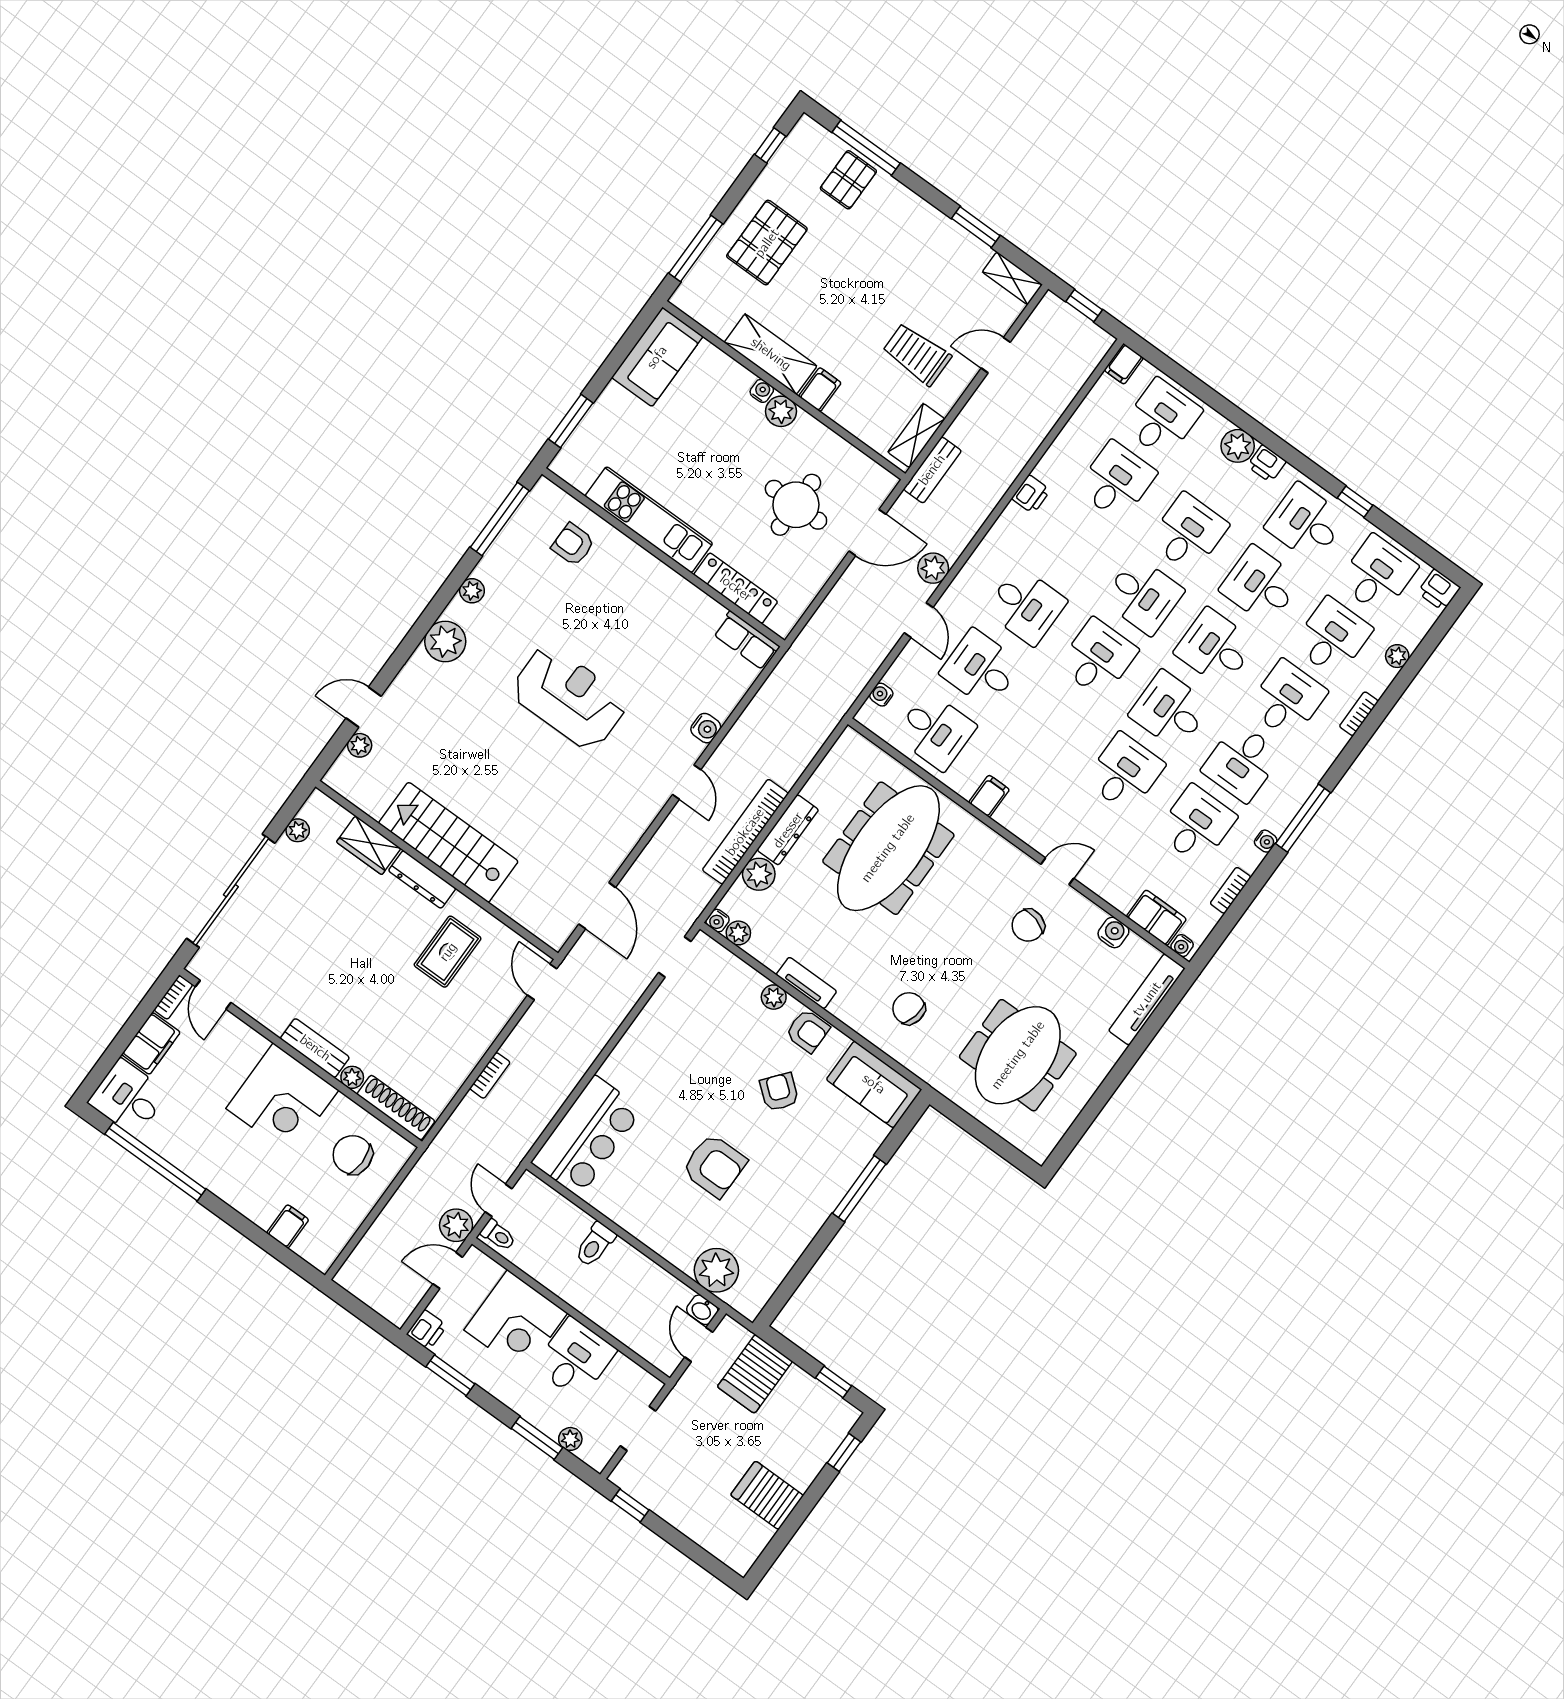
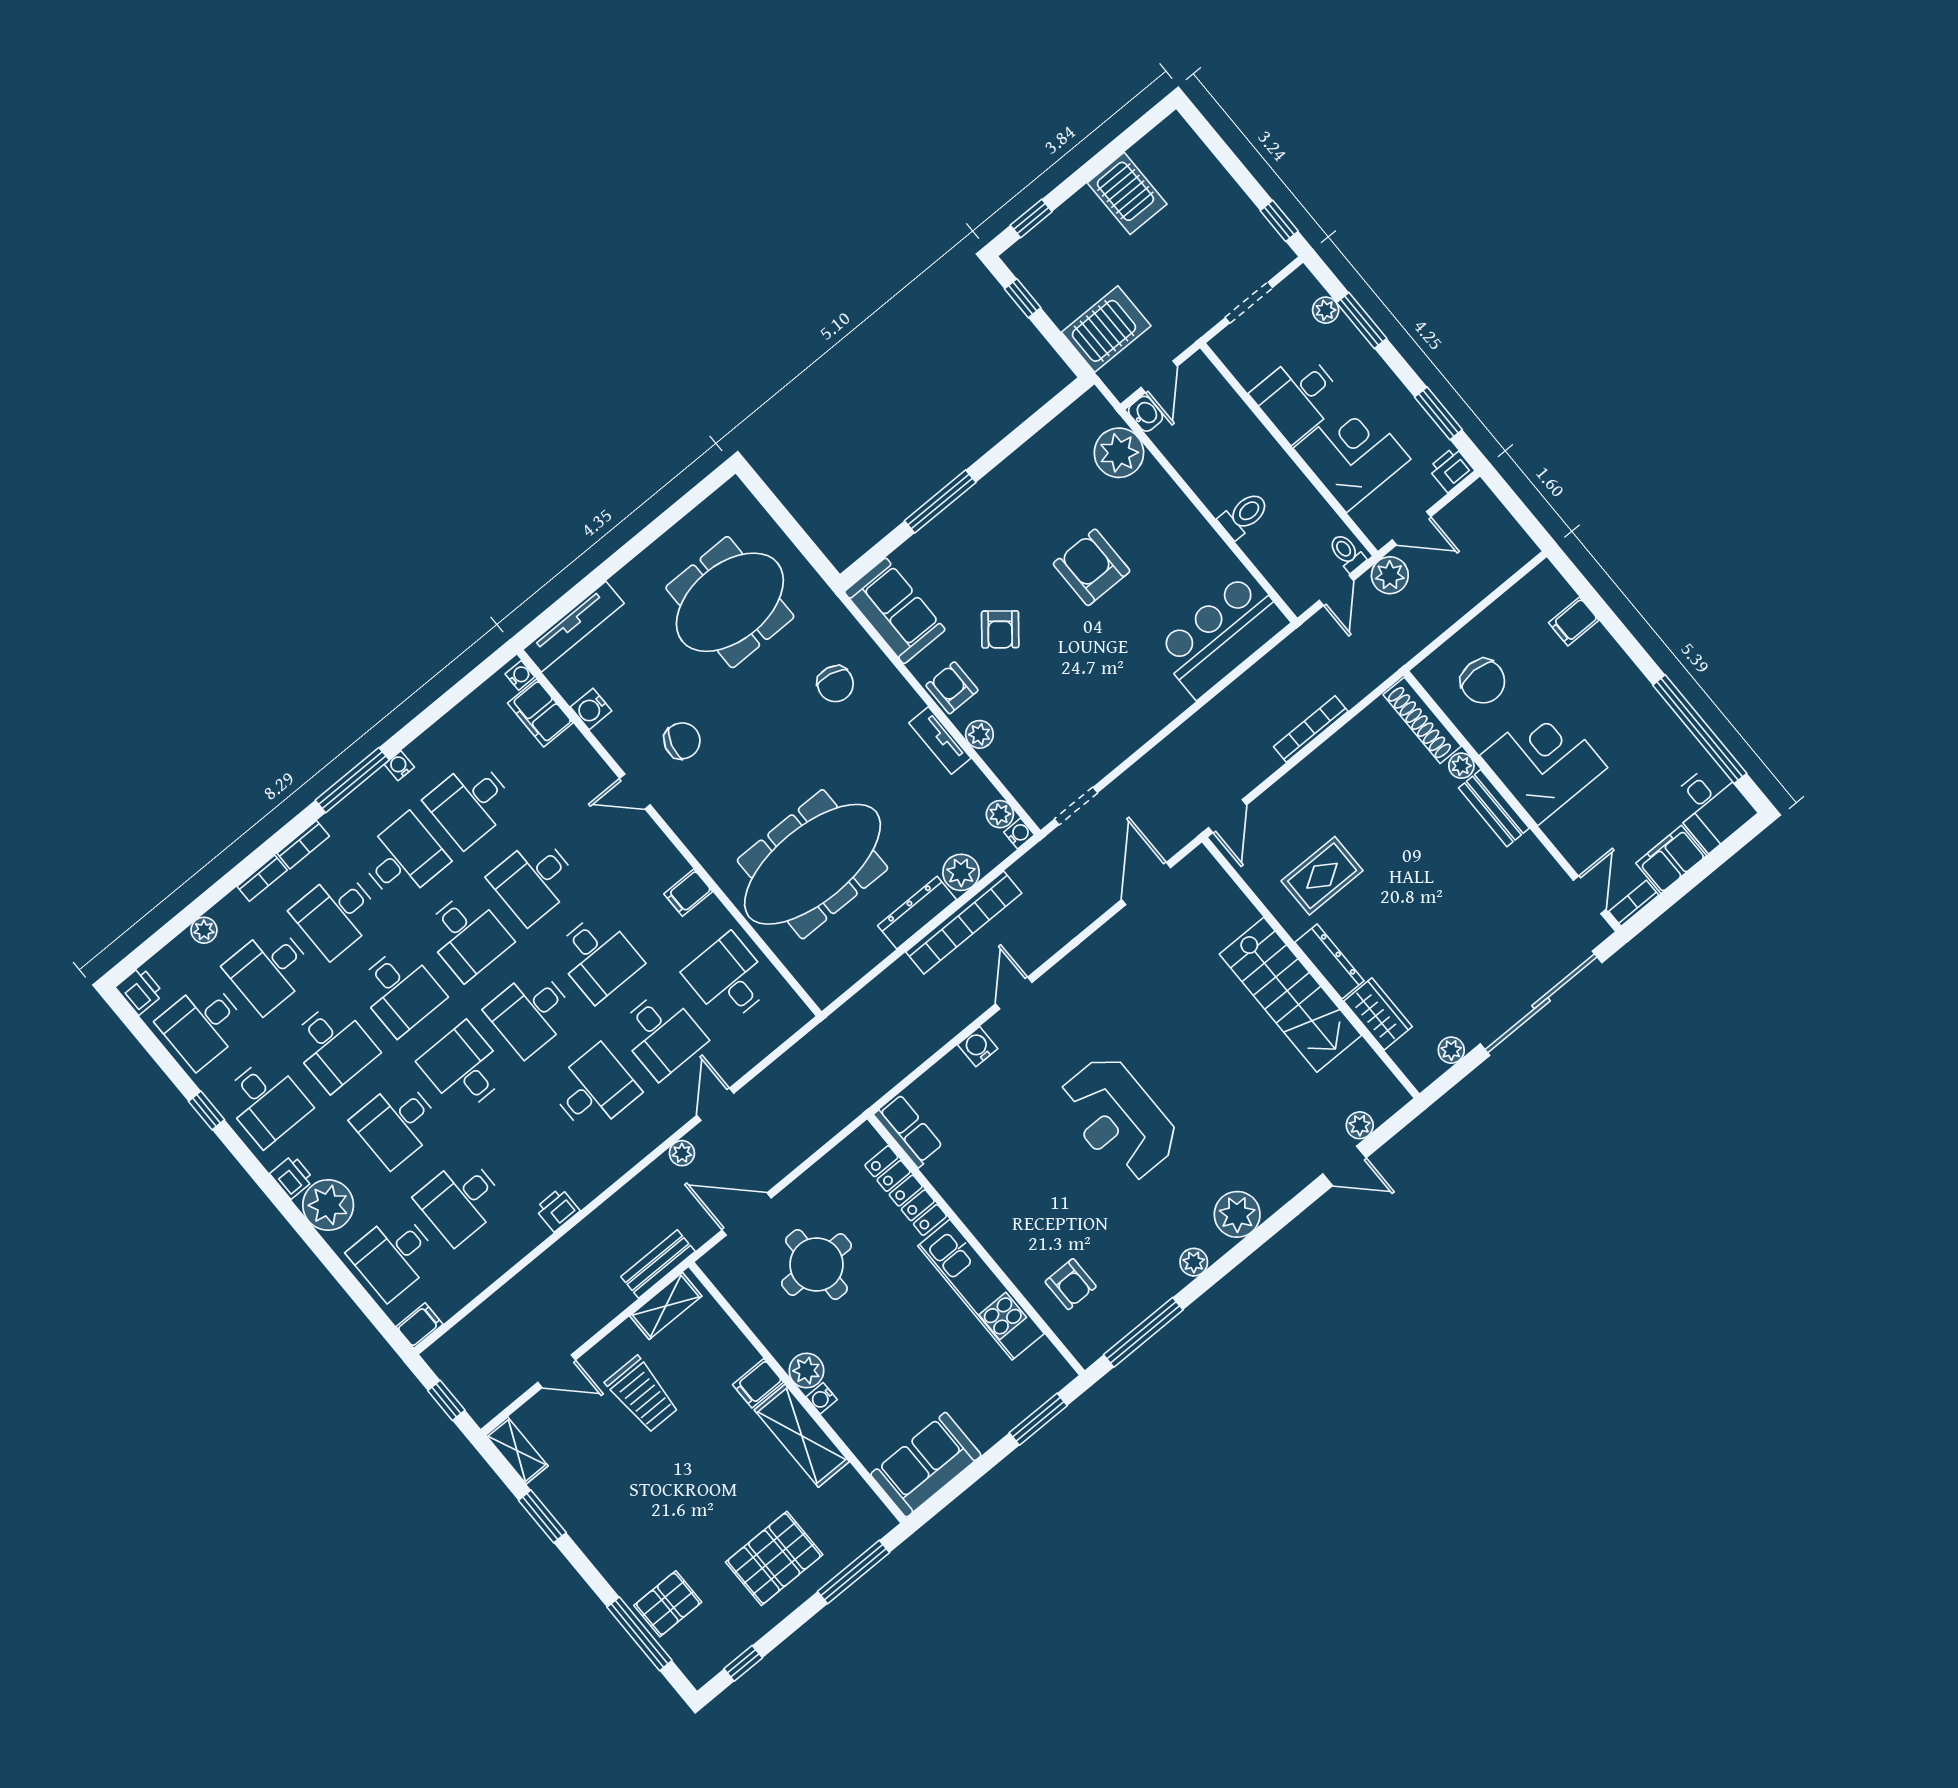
plant: (1238, 446) -> (328, 1205), width x1.36, depth x1.36
plant: (933, 568) -> (682, 1153), width x0.73, depth x0.73
desk: (1026, 606) -> (594, 1089), turned 90
water cooler: (881, 695) -> (777, 1034), removed
desk: (1053, 721) -> (598, 957), added
bookcase: (1231, 890) -> (303, 845), moved
bookcase: (490, 1075) -> (1311, 729), width x1.56

